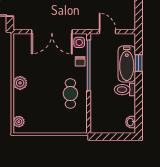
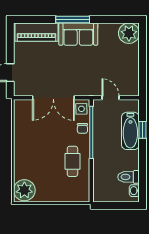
plant: (20, 83) -> (21, 150), removed
toilet: (125, 90) -> (129, 177), moved
plant: (19, 122) -> (24, 190), width x1.88, depth x1.88

